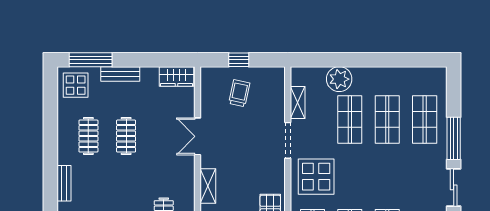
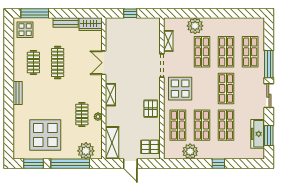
bench: (120, 74) -> (66, 22), moved
trolley: (239, 93) -> (131, 35), removed
clothes rail: (126, 136) -> (58, 63), width x1.36
shop shelf: (387, 176) -> (226, 88), added

